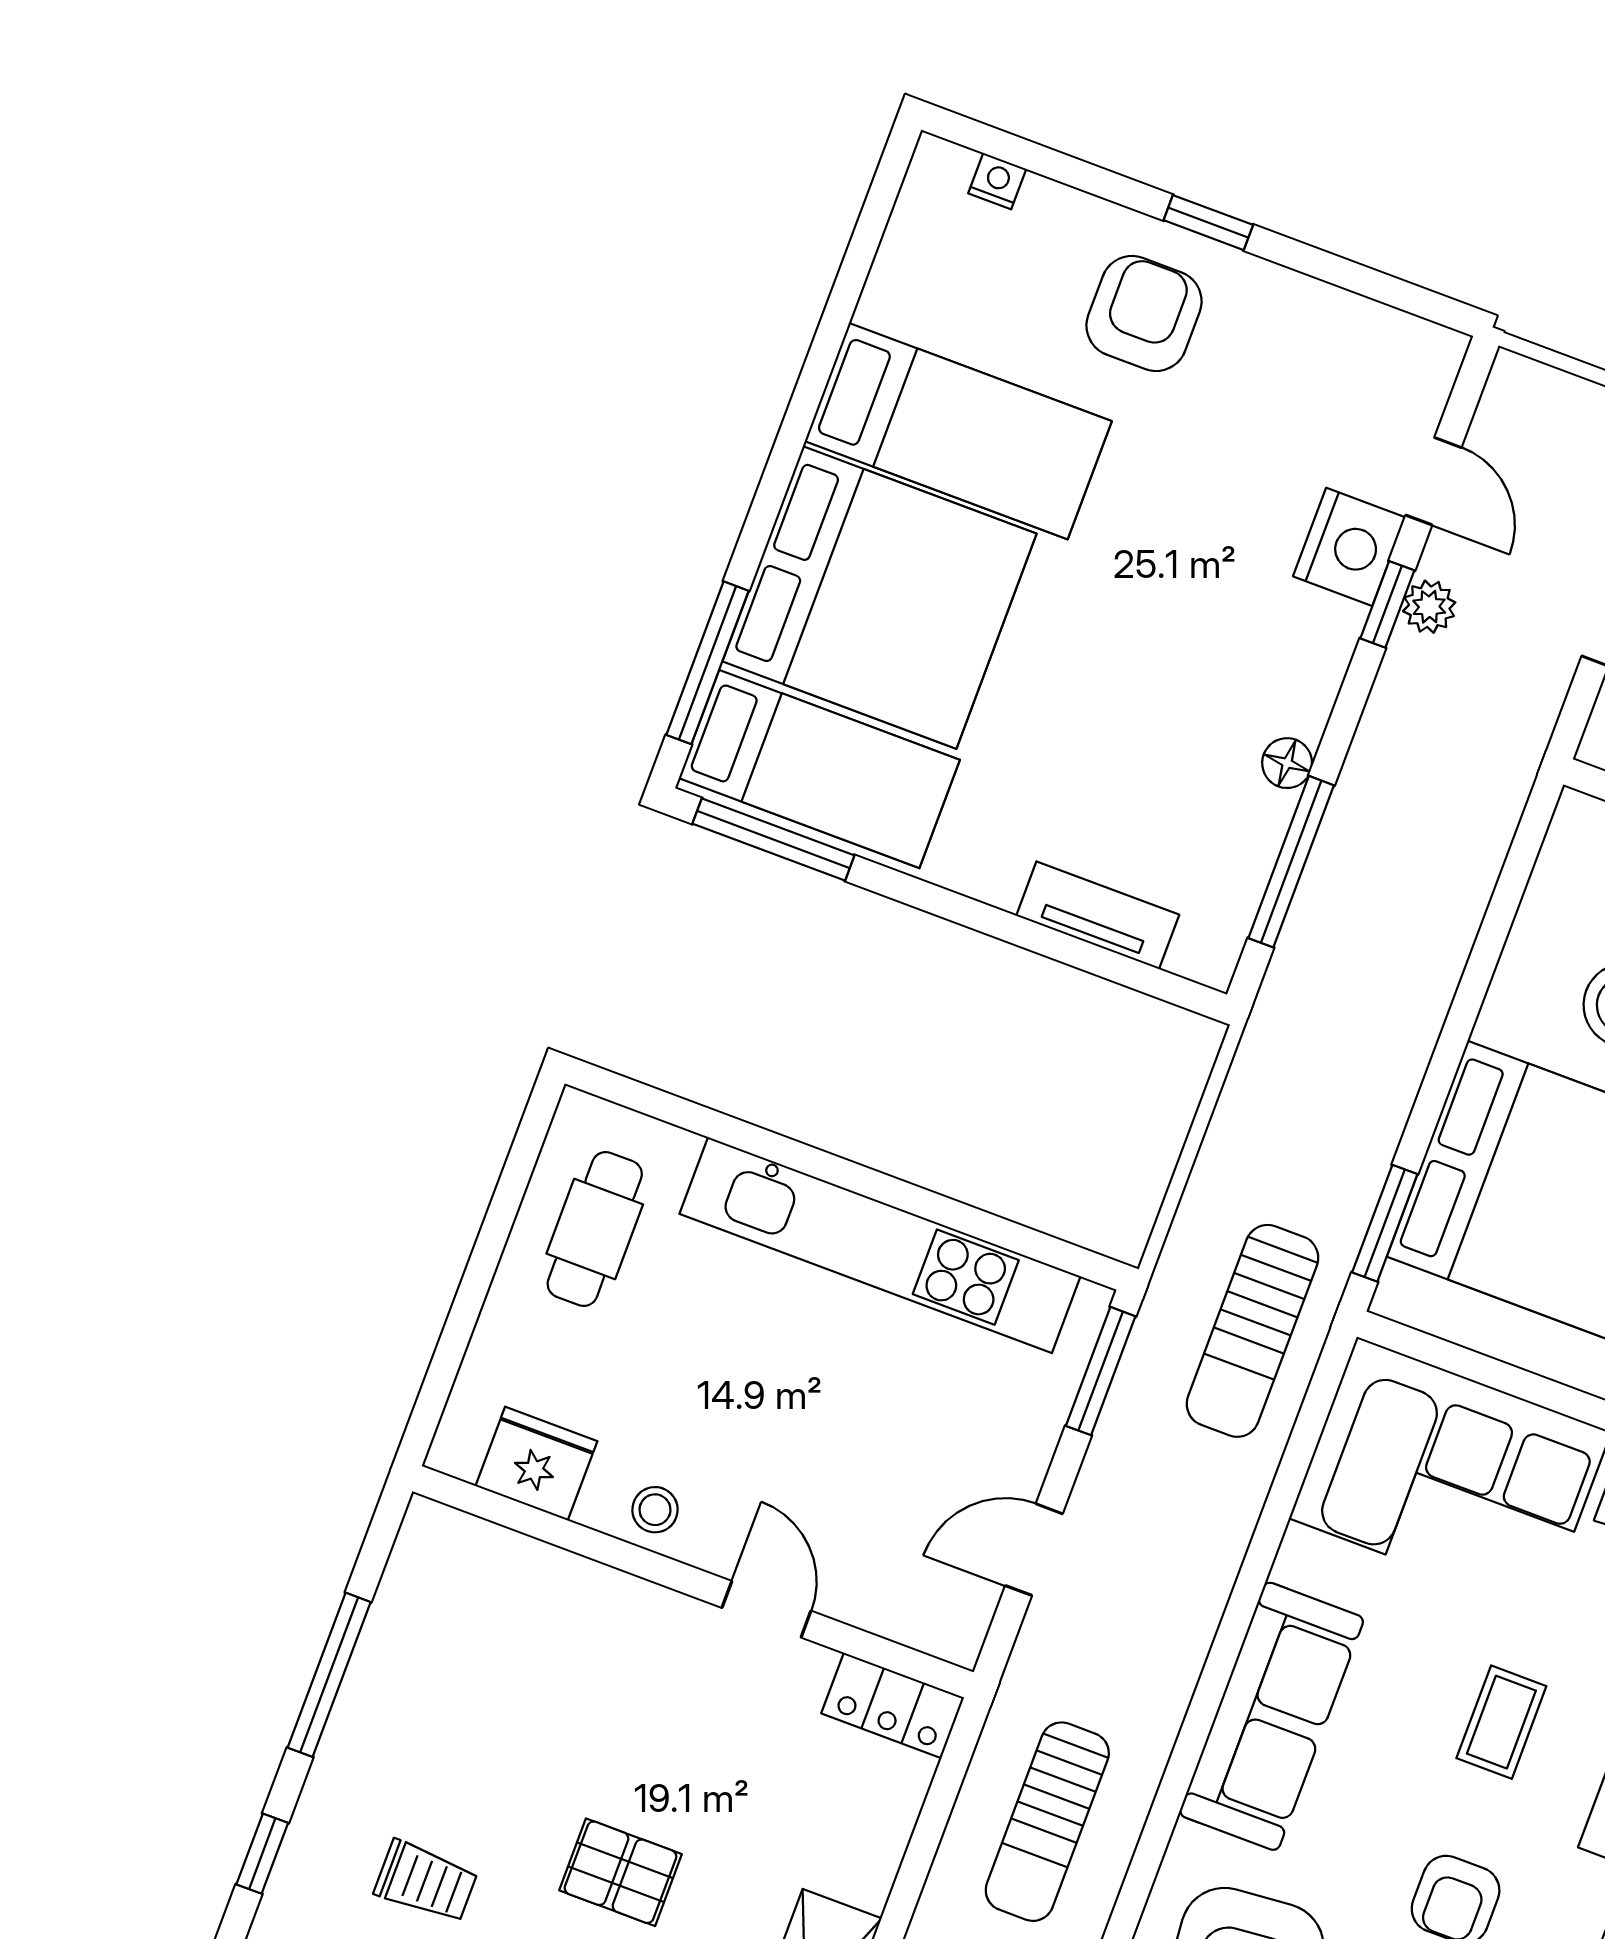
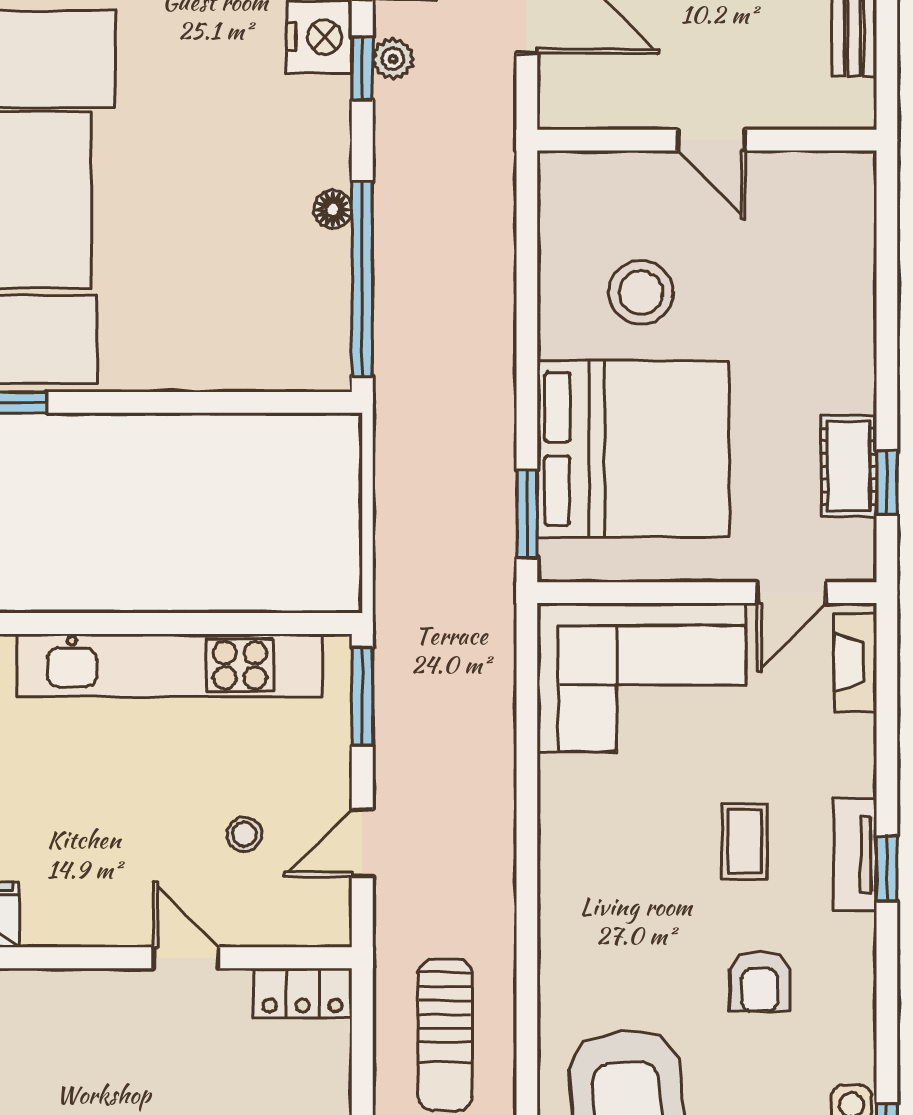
window: (1291, 862) -> (362, 279), width x1.46
tv unit: (1098, 915) -> (238, 370), removed
sun lounger: (1252, 1331) -> (461, 627), removed
stool: (655, 1510) -> (244, 834), moved
sofa: (1271, 1716) -> (578, 899), removed

